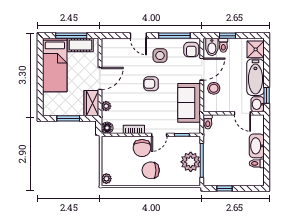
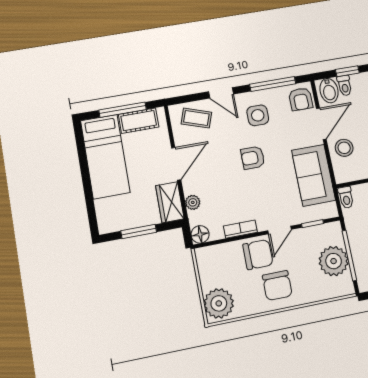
coffee table: (119, 50) -> (196, 118), added
chair: (142, 148) -> (258, 255), turned -90
chair: (151, 170) -> (277, 286), turned -90
plant: (106, 179) -> (219, 303), width x1.87, depth x1.87

